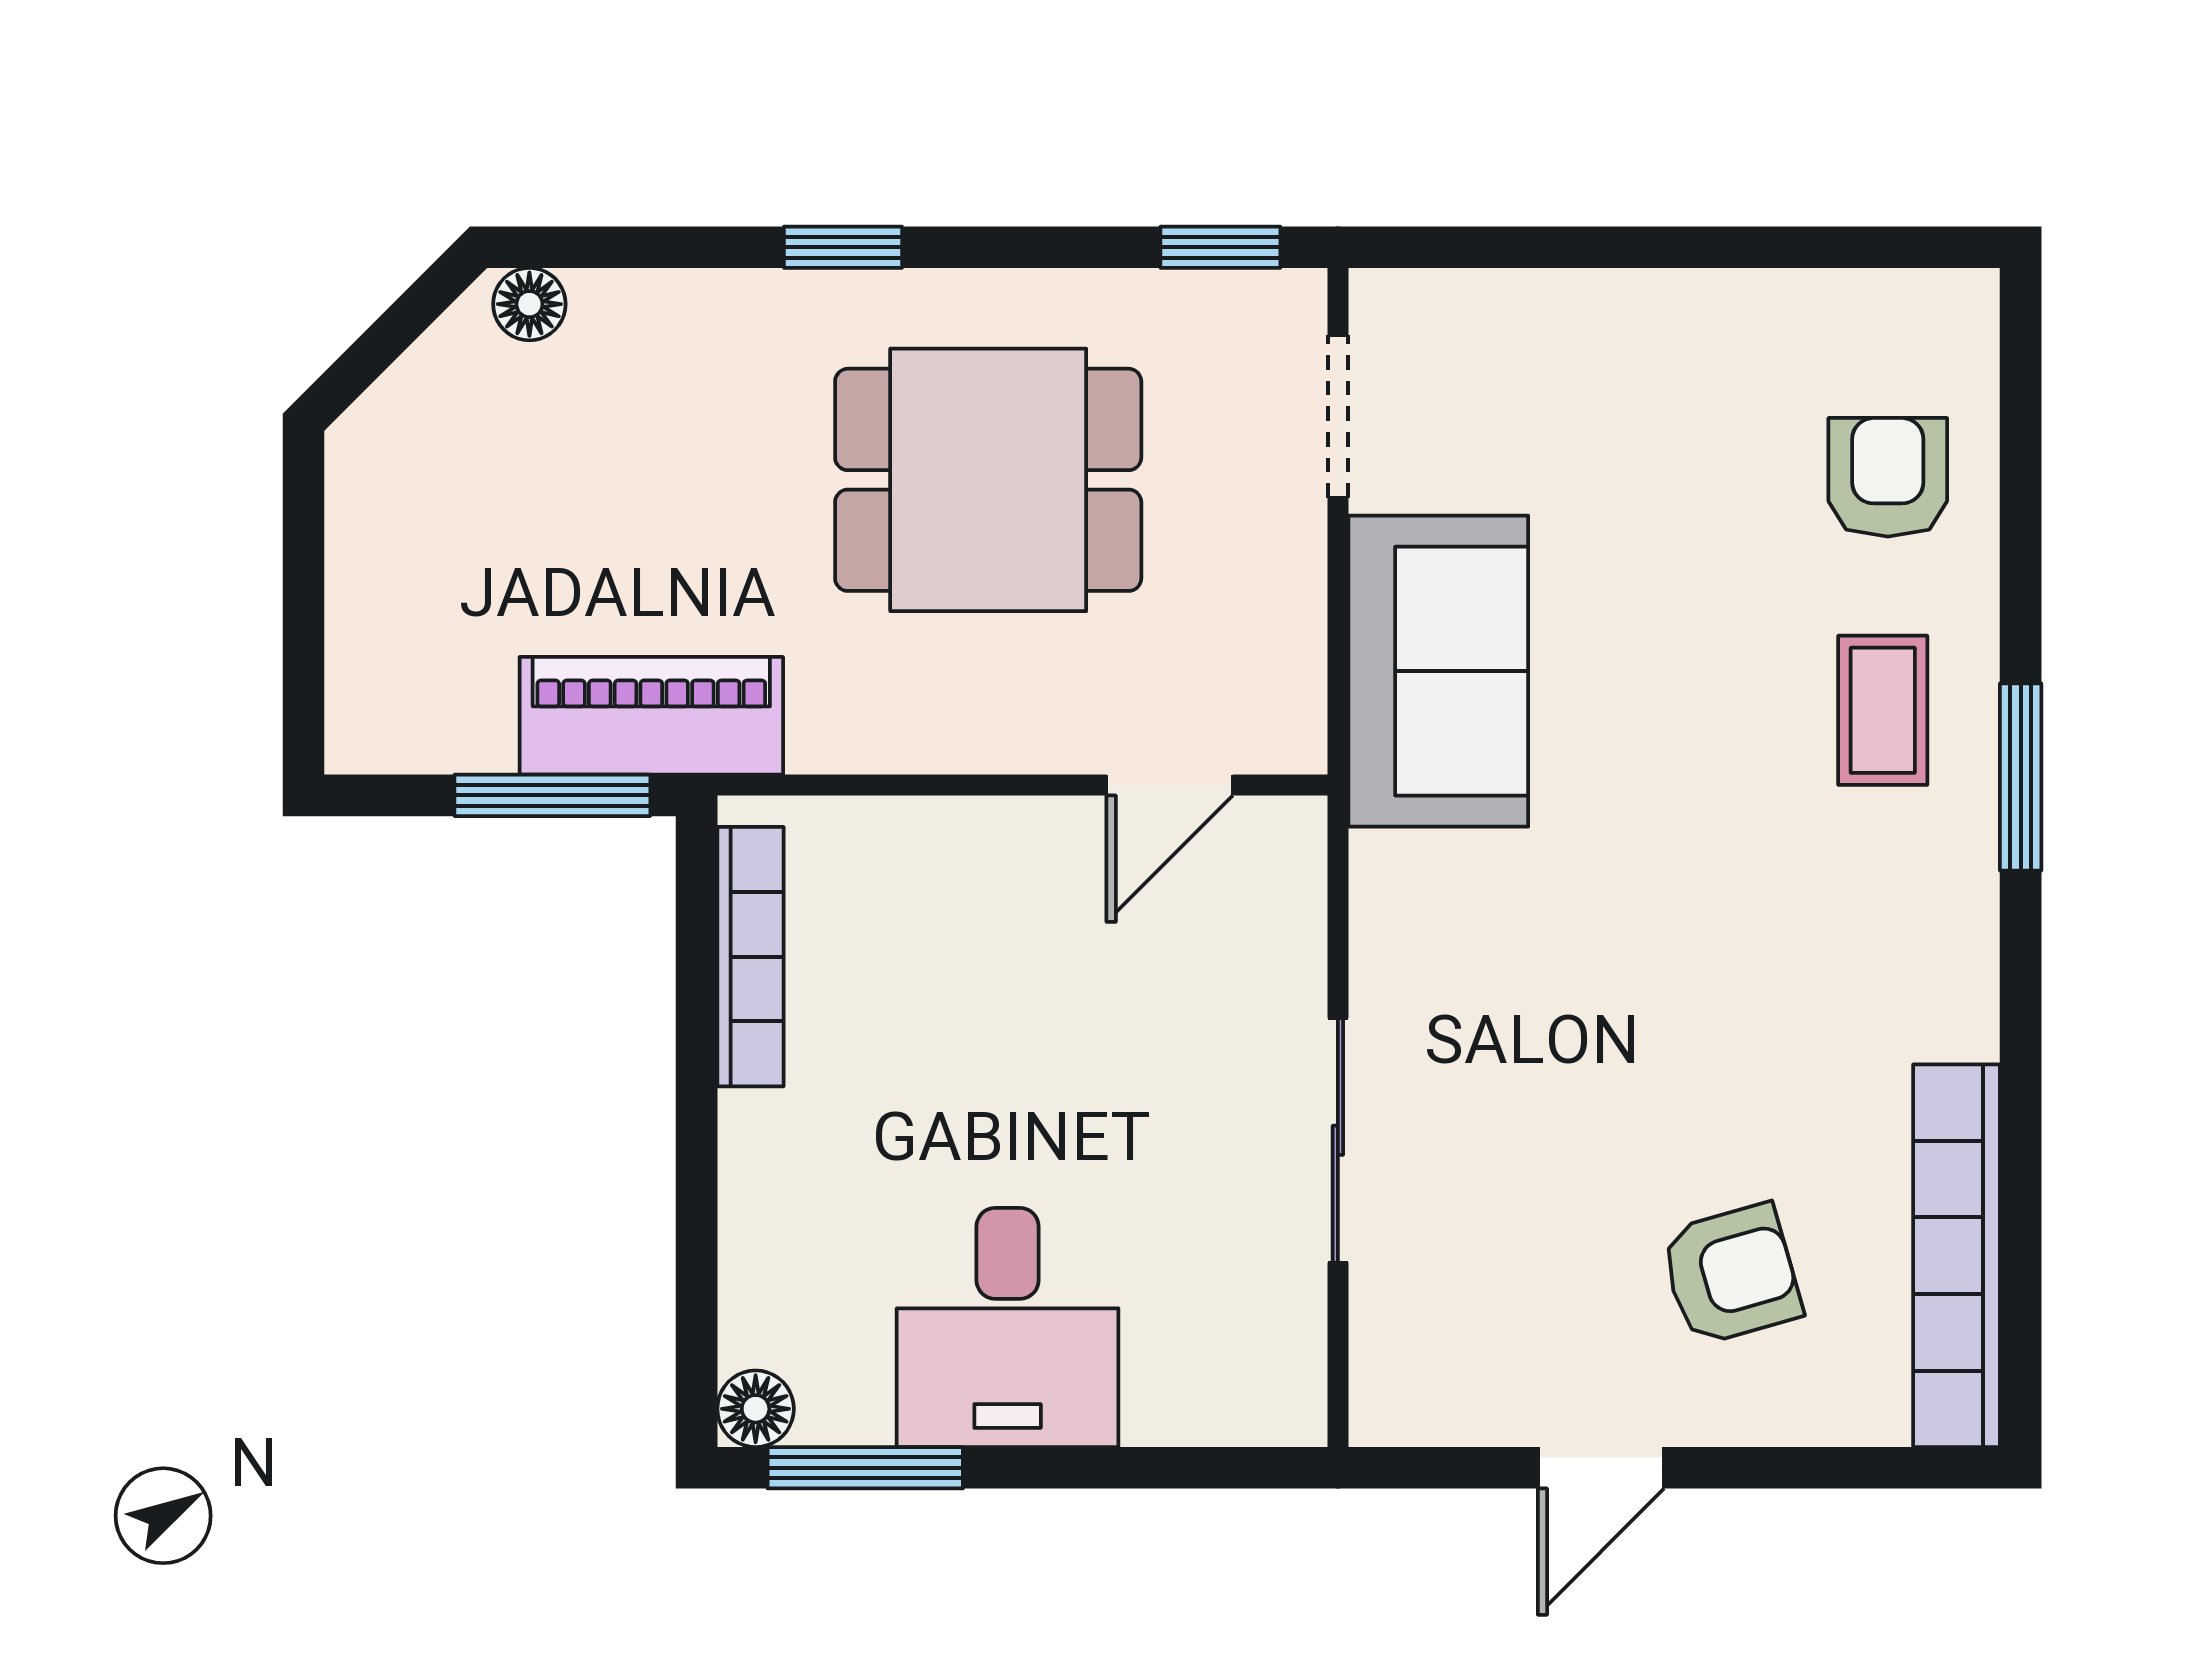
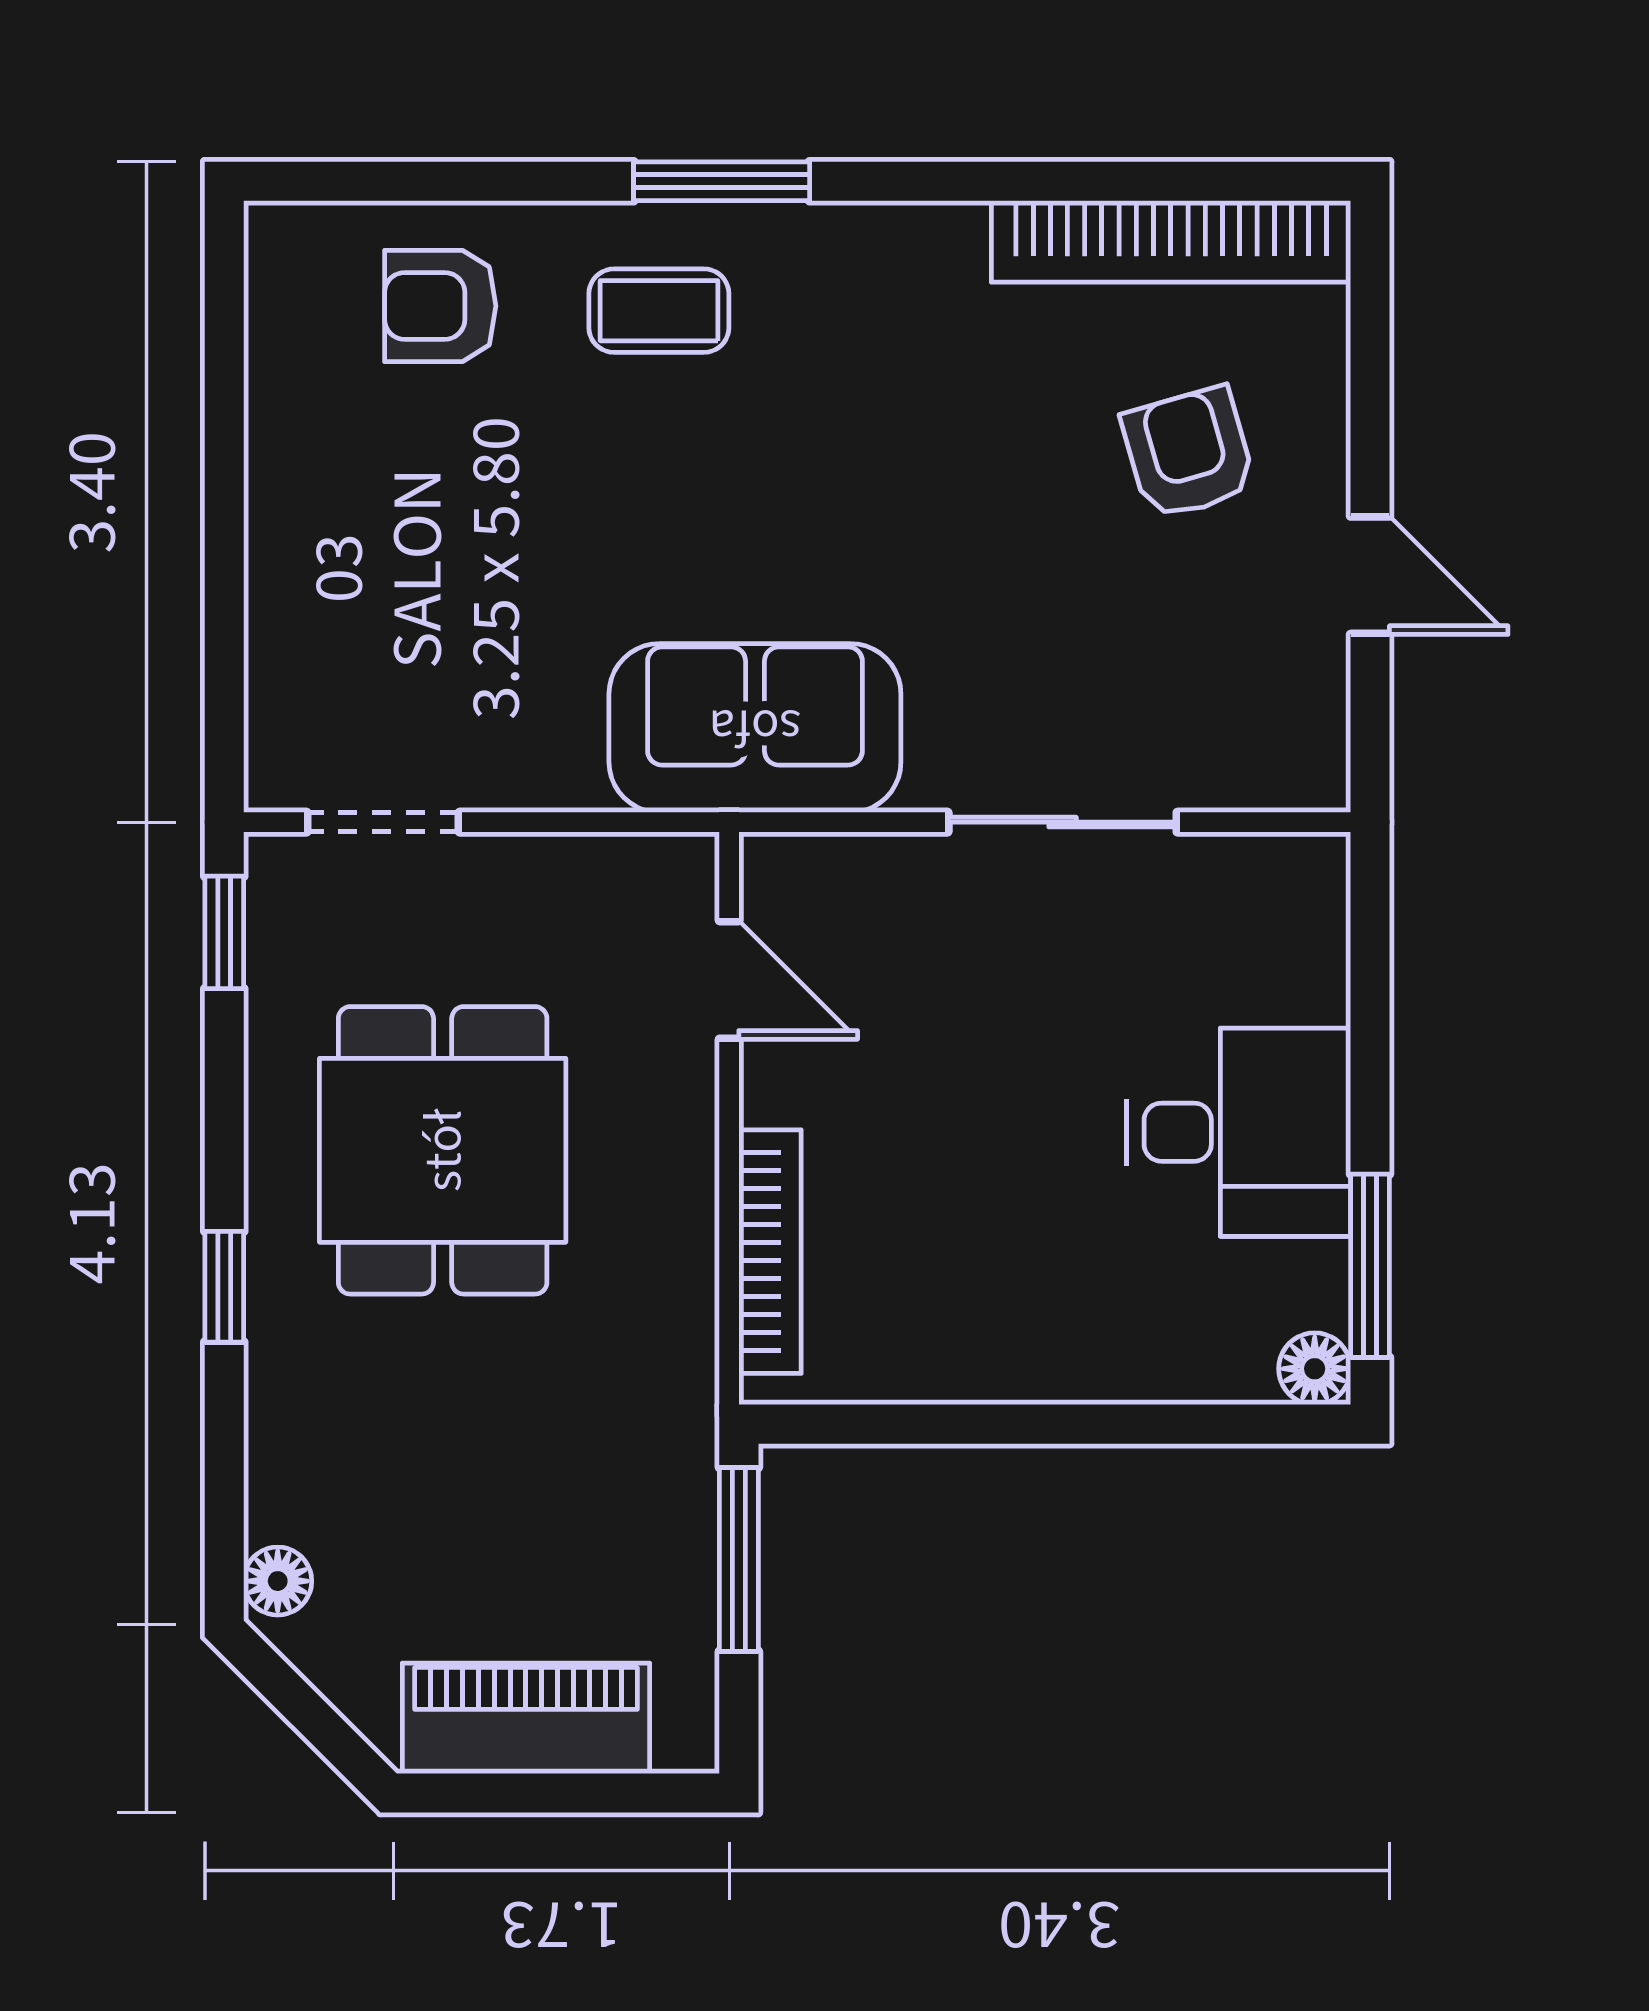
sofa: (1438, 671) -> (755, 728), moved
piano: (651, 716) -> (526, 1718), moved, turned 90
bookcase: (750, 957) -> (770, 1252), moved, turned 90

